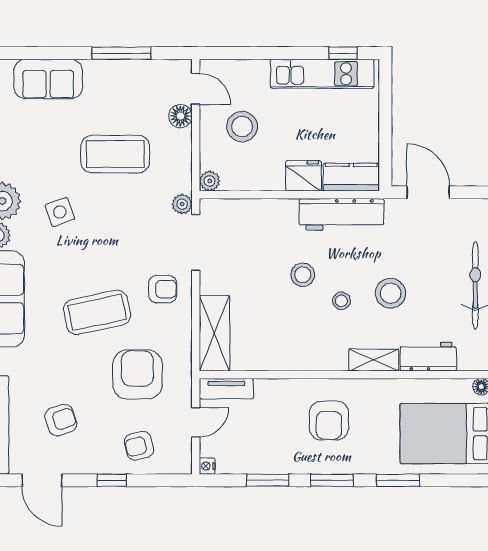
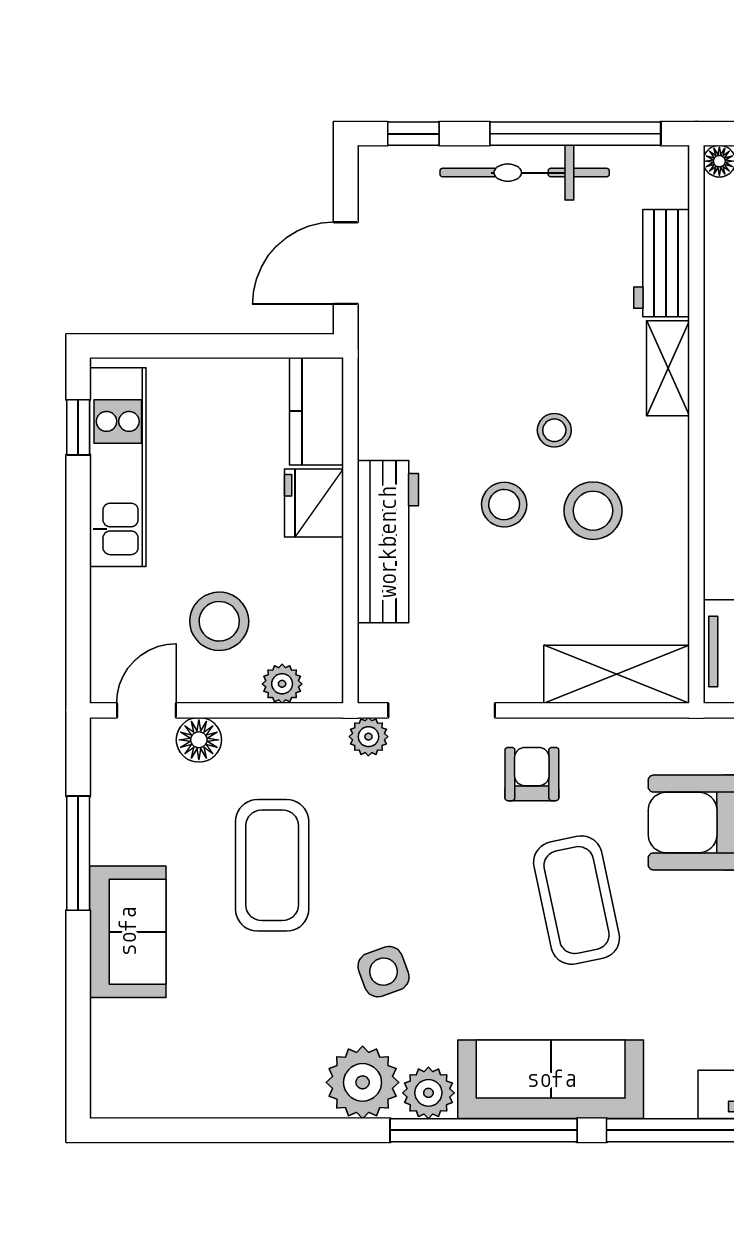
sofa: (48, 79) -> (128, 932), moved
plant: (210, 181) -> (282, 684), moved
workbench: (342, 214) -> (388, 542), moved
stool: (391, 293) -> (593, 511), moved

